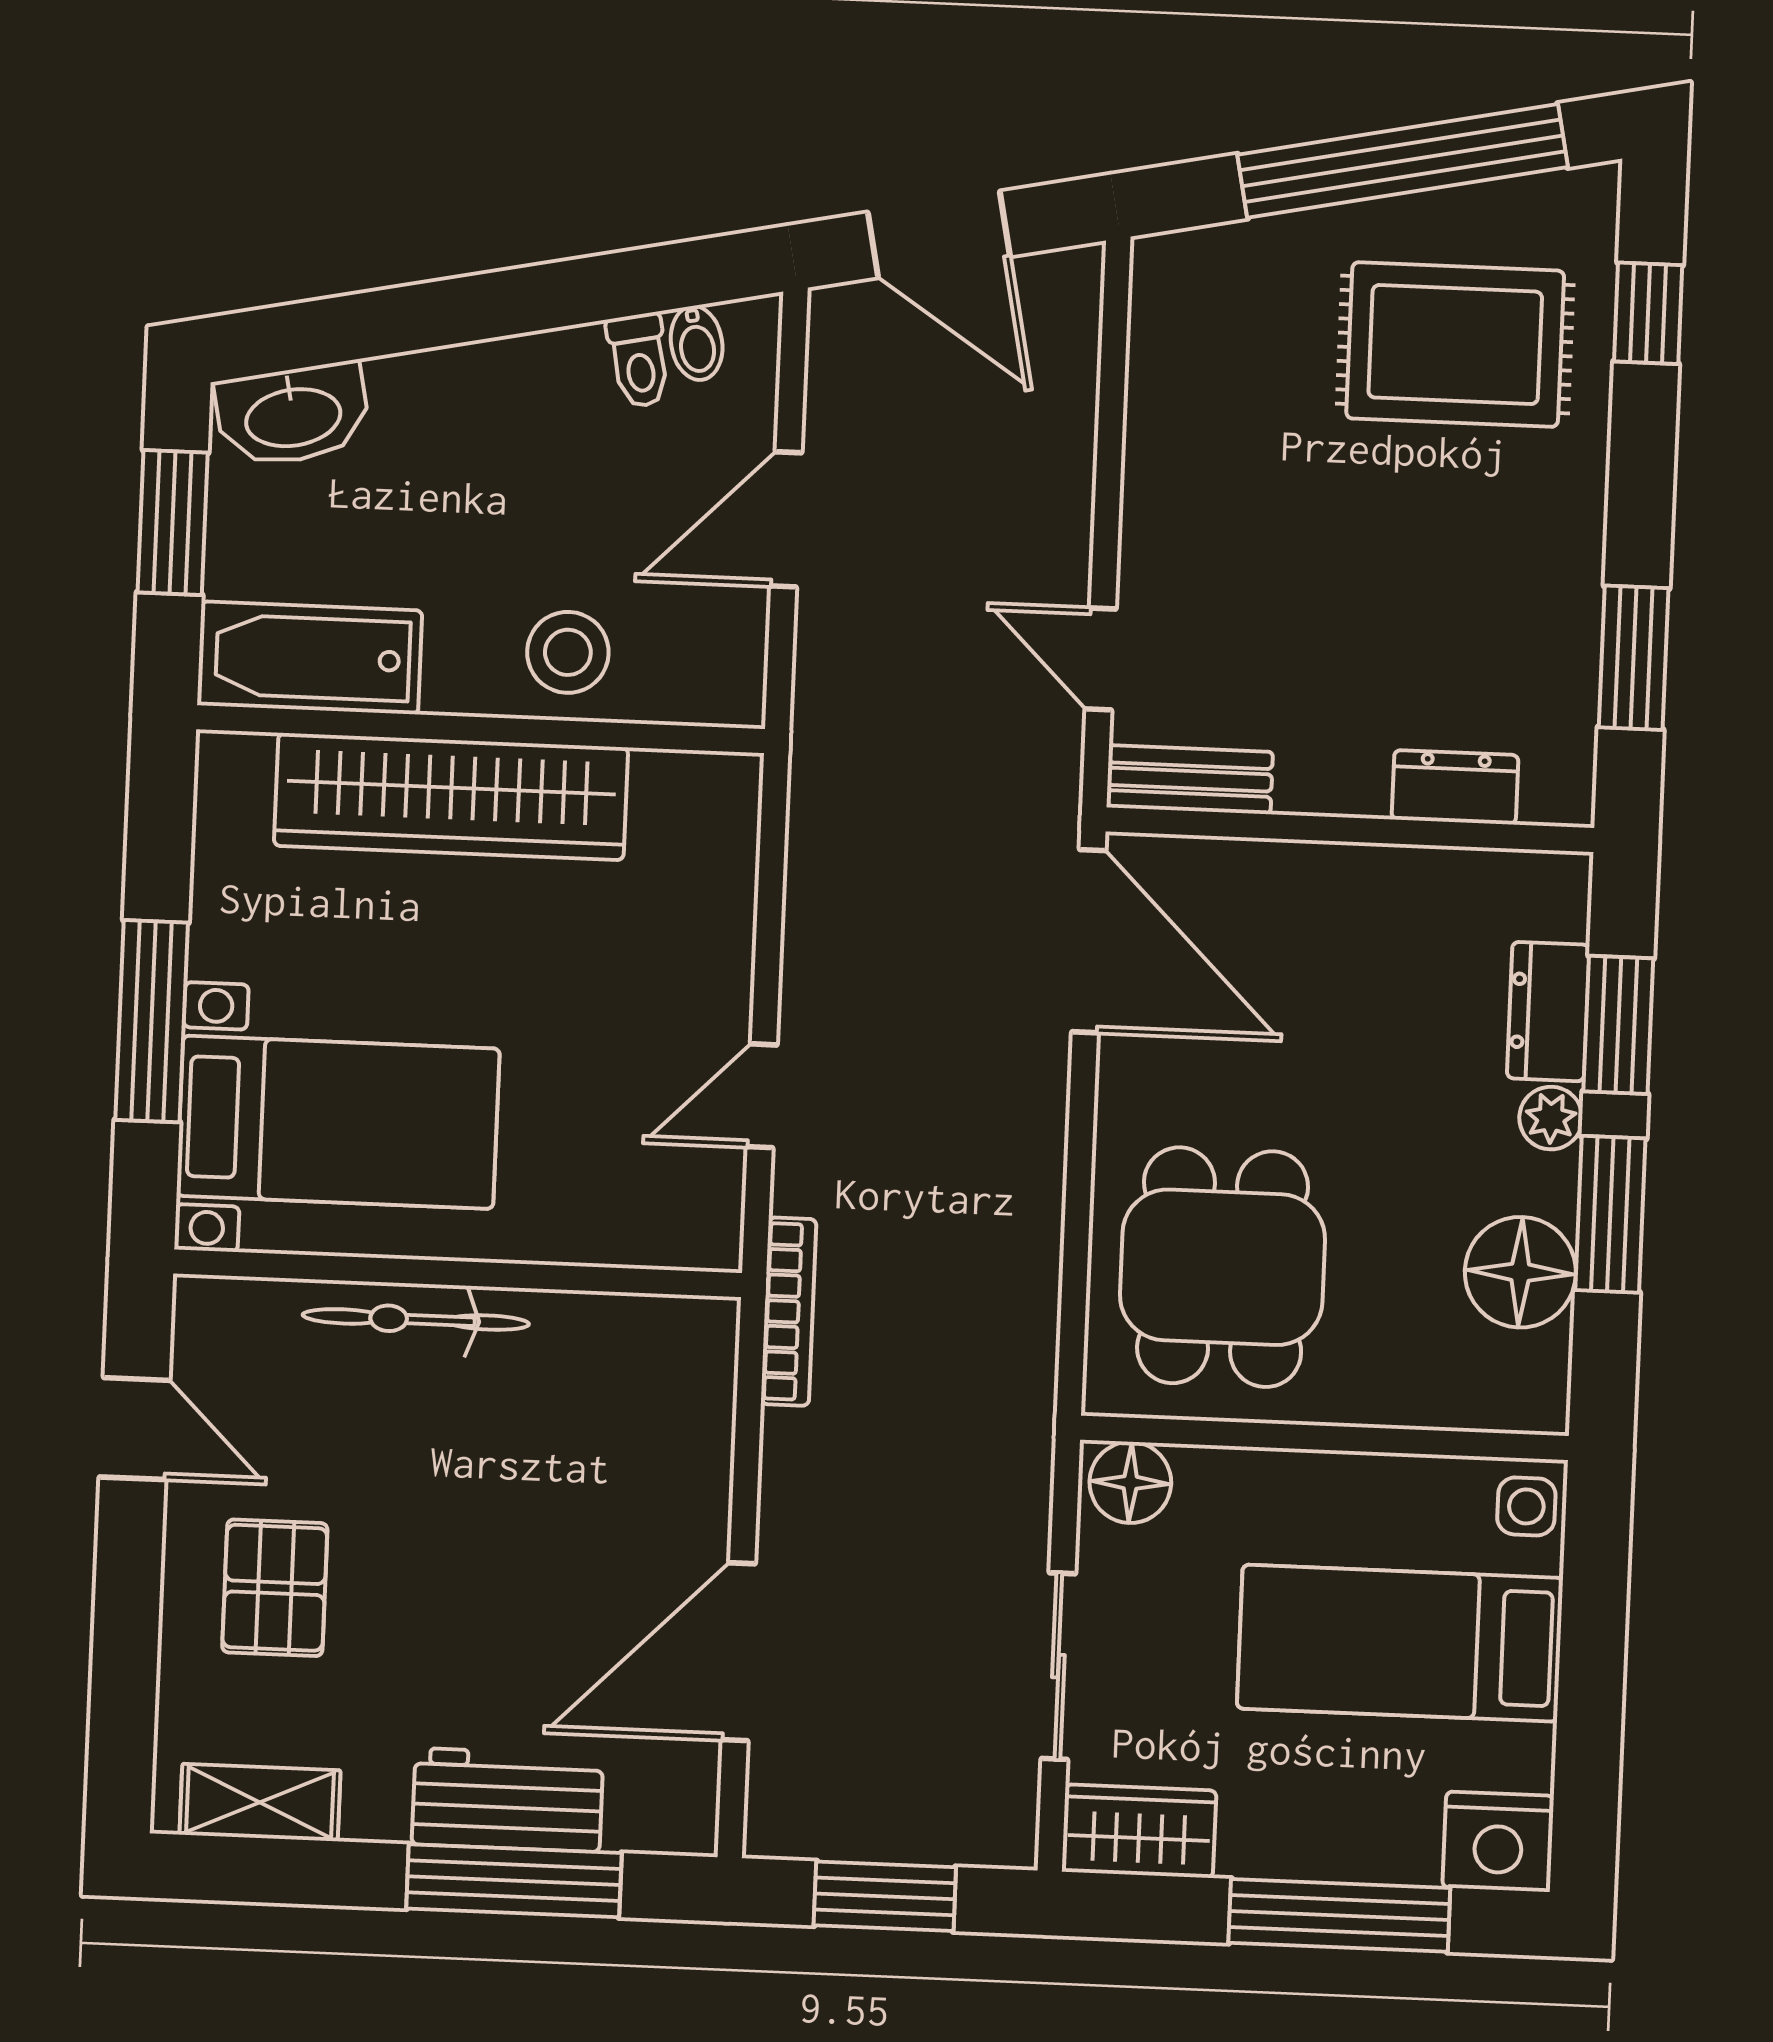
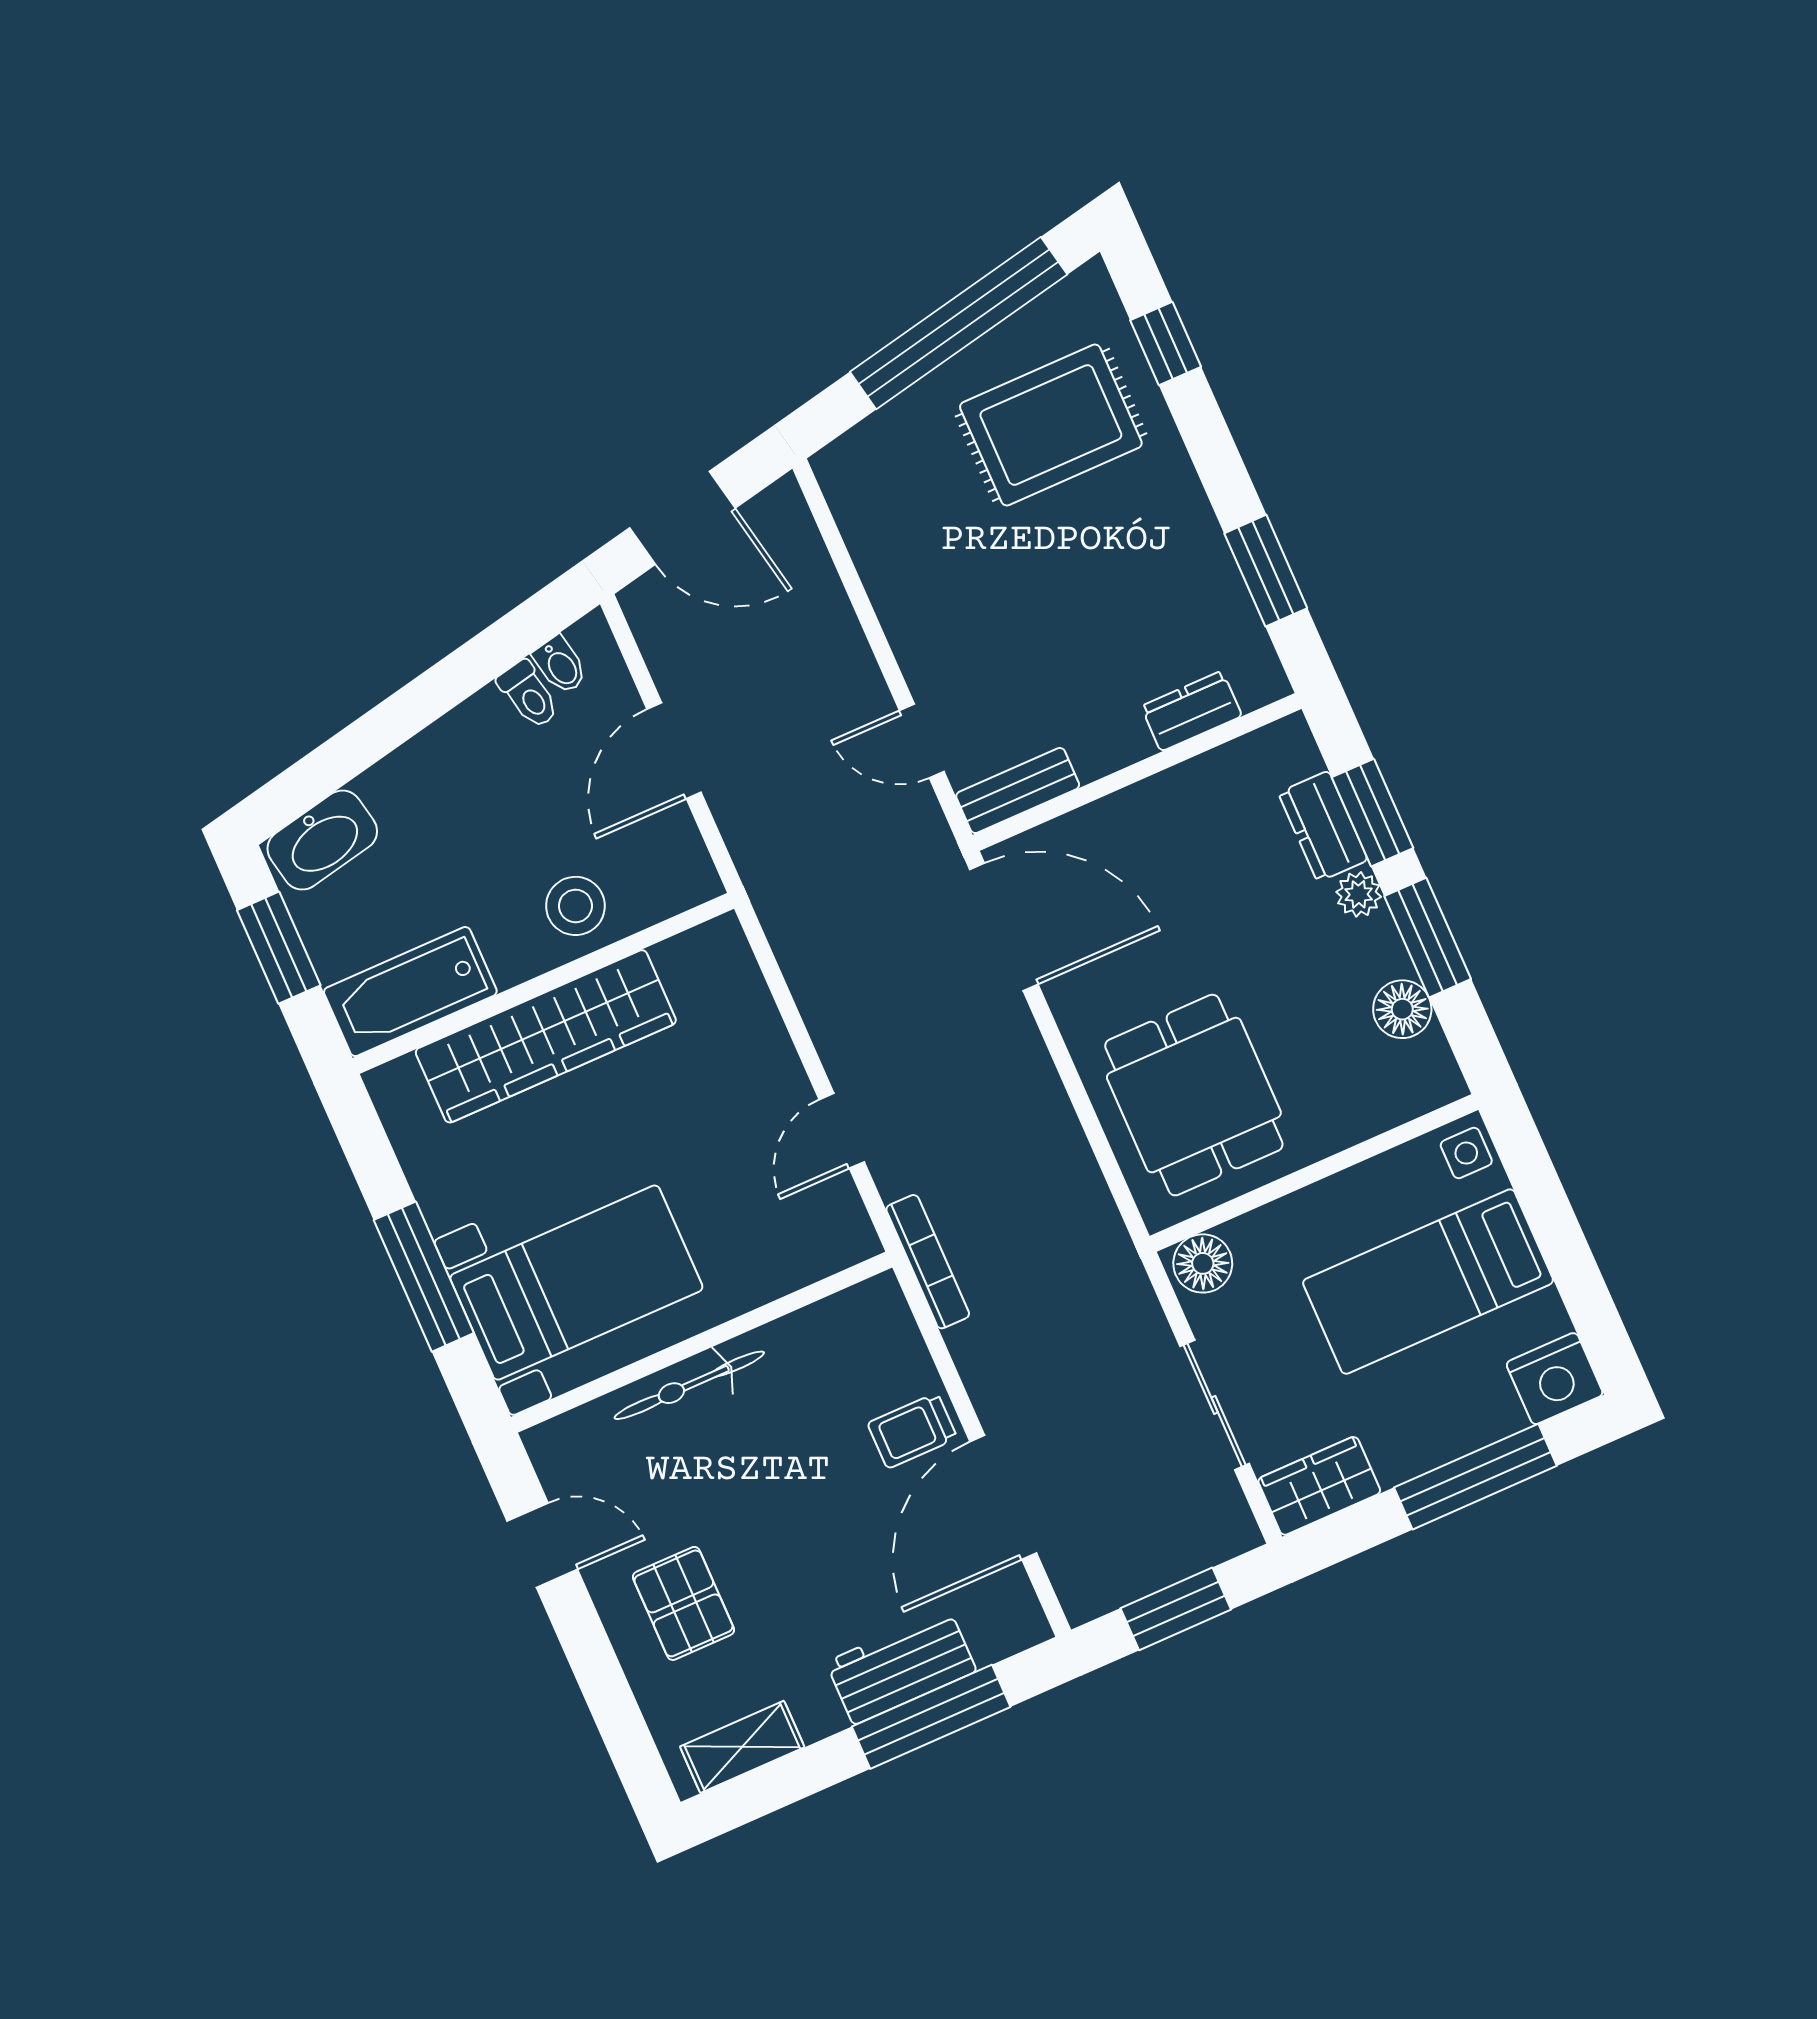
floor lamp: (1520, 1272) -> (1402, 1009), width x0.73, depth x0.73
trolley: (666, 1513) -> (912, 1431), added

